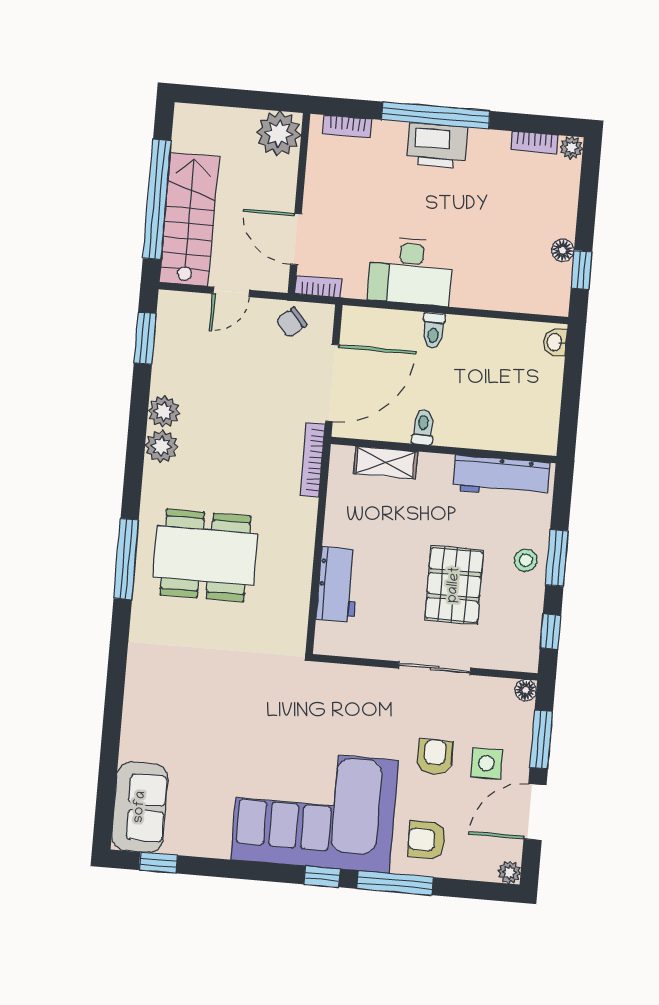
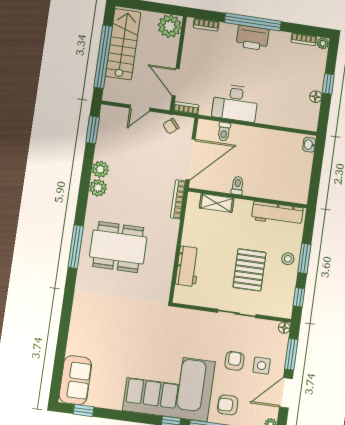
stairs: (189, 219) -> (123, 44), moved
window: (581, 270) -> (328, 84), moved
toilet: (433, 331) -> (224, 132), moved

